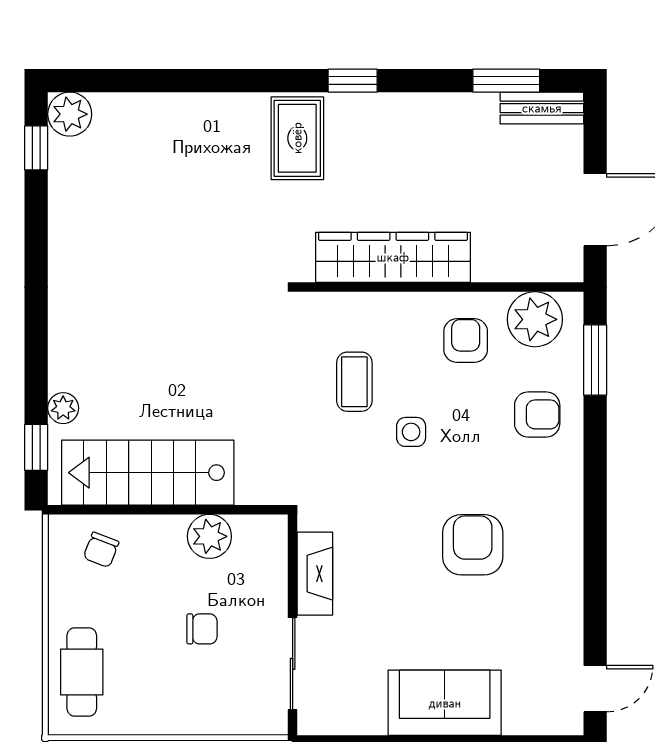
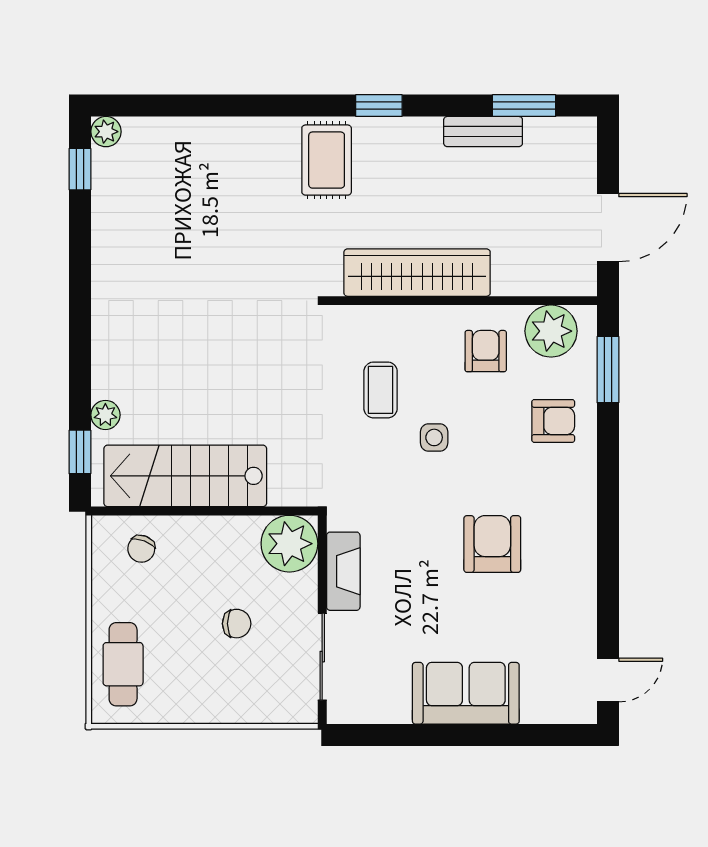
bench: (542, 108) -> (483, 132), moved
plant: (70, 114) -> (106, 132), width x0.73, depth x0.73
plant: (209, 536) -> (289, 544), moved, width x1.36, depth x1.36

